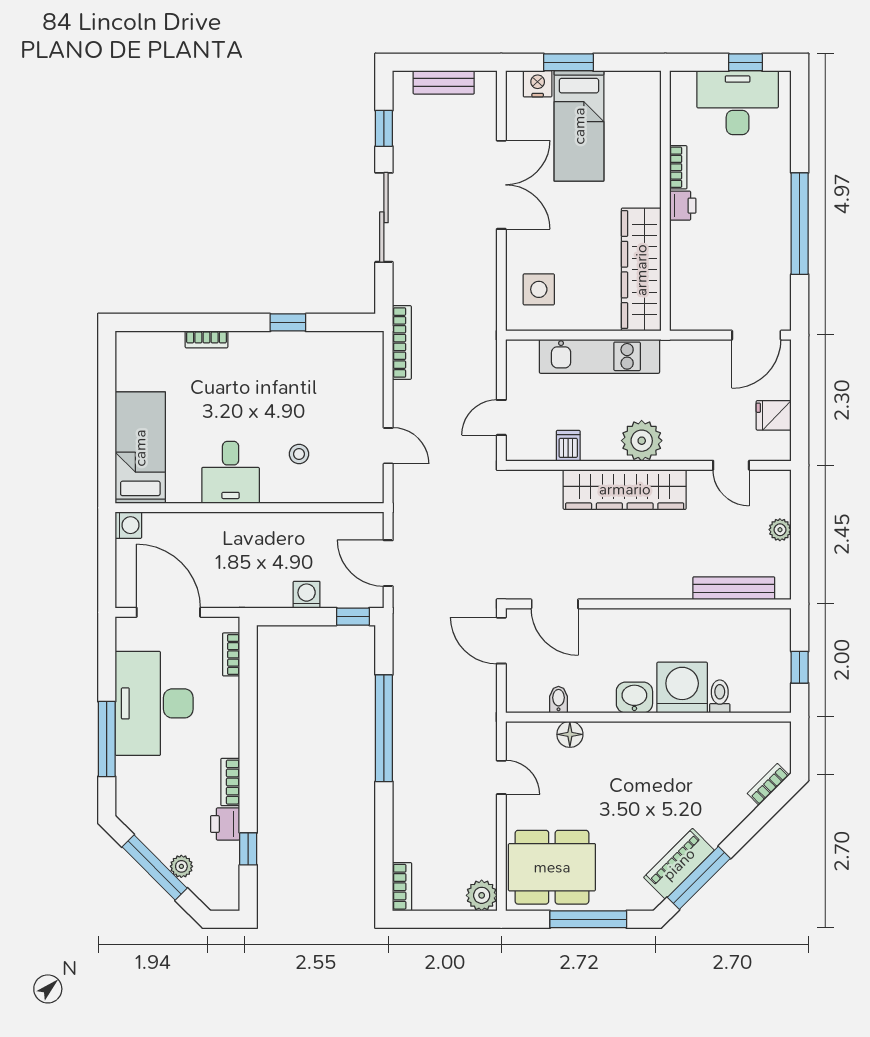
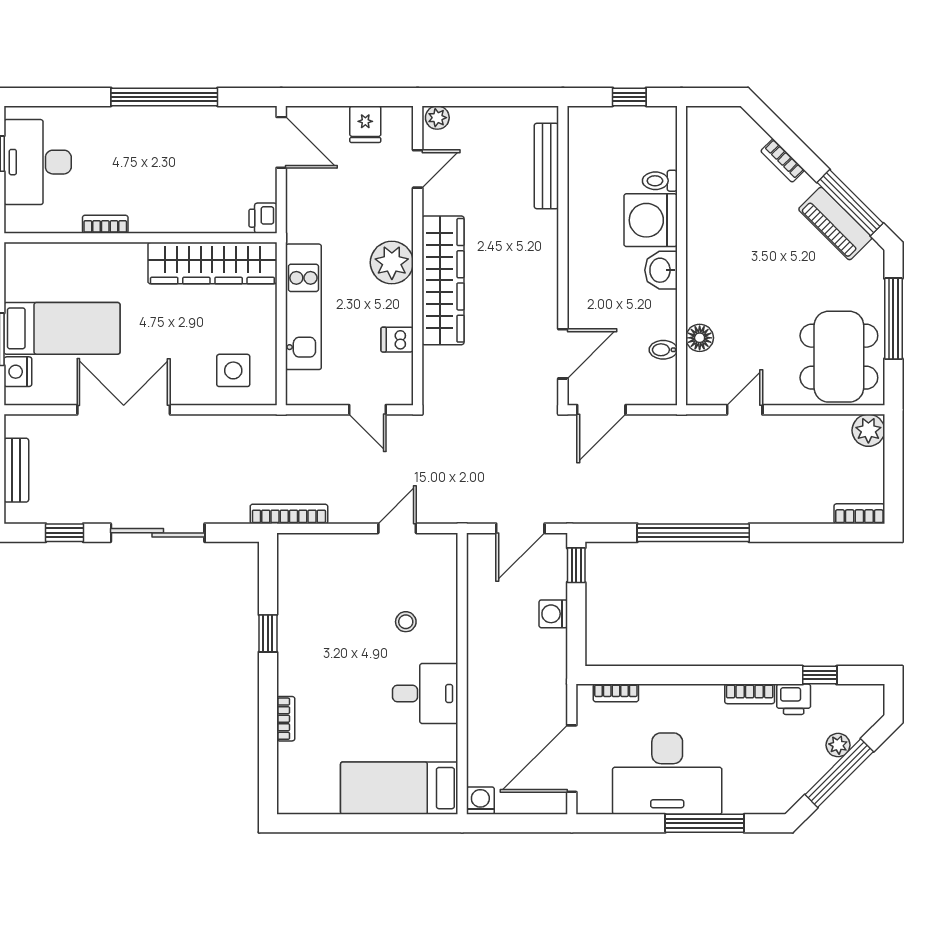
printer: (683, 206) -> (263, 218), moved, turned -90
plant: (780, 530) -> (437, 118), moved
bookcase: (768, 784) -> (783, 161), moved

